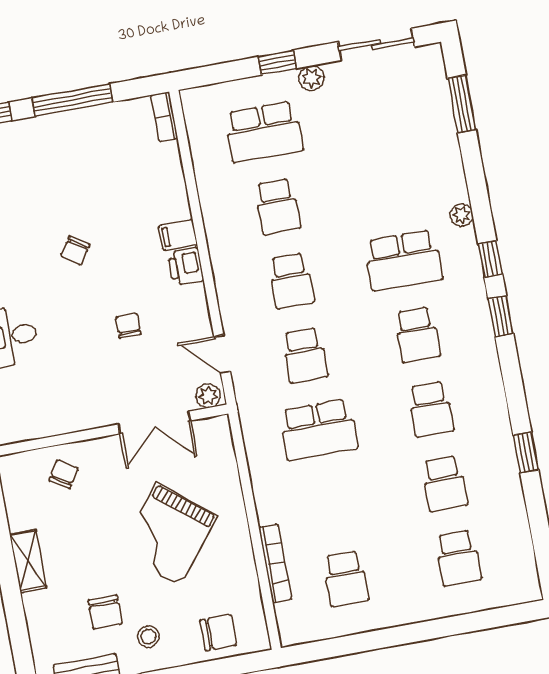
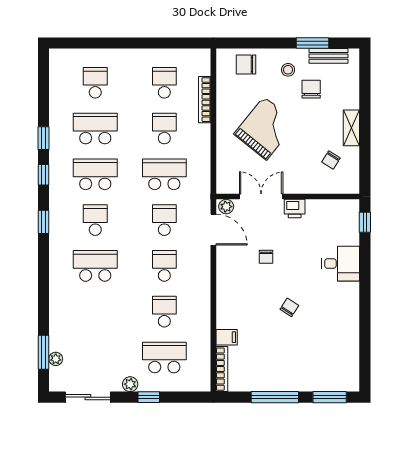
bookcase: (164, 117) -> (222, 369), width x1.56
plant: (462, 215) -> (56, 359), moved
filing cabinet: (178, 235) -> (227, 337), moved
window: (490, 259) -> (44, 175), moved
printer: (186, 266) -> (295, 209), moved, turned 90
door: (222, 354) -> (213, 230), width x1.38
school desk: (431, 409) -> (95, 174), width x1.85
chair: (64, 474) -> (331, 160), moved
school desk: (444, 483) -> (95, 129), width x1.85
school desk: (332, 504) -> (164, 129), added

